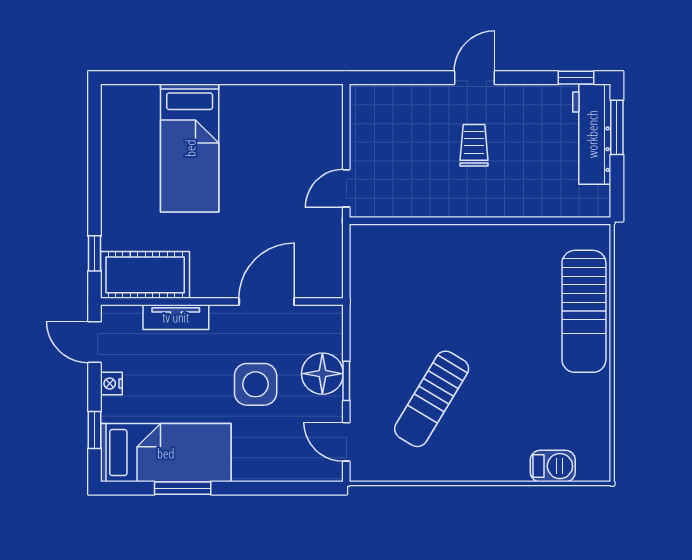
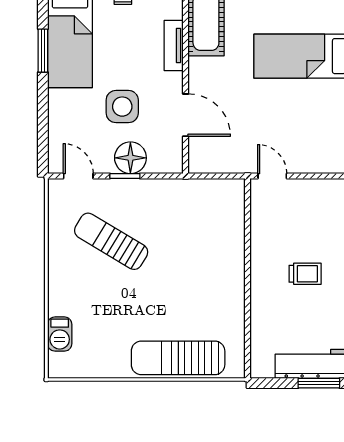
door: (346, 442) -> (78, 176), hinge flipped

